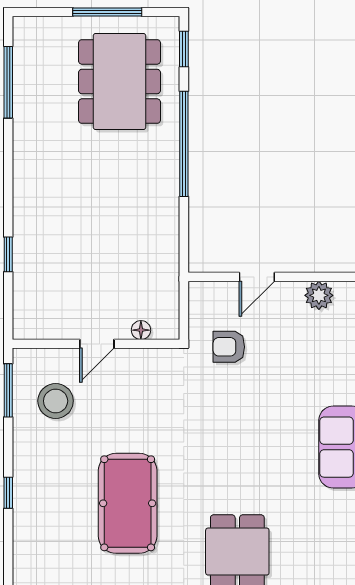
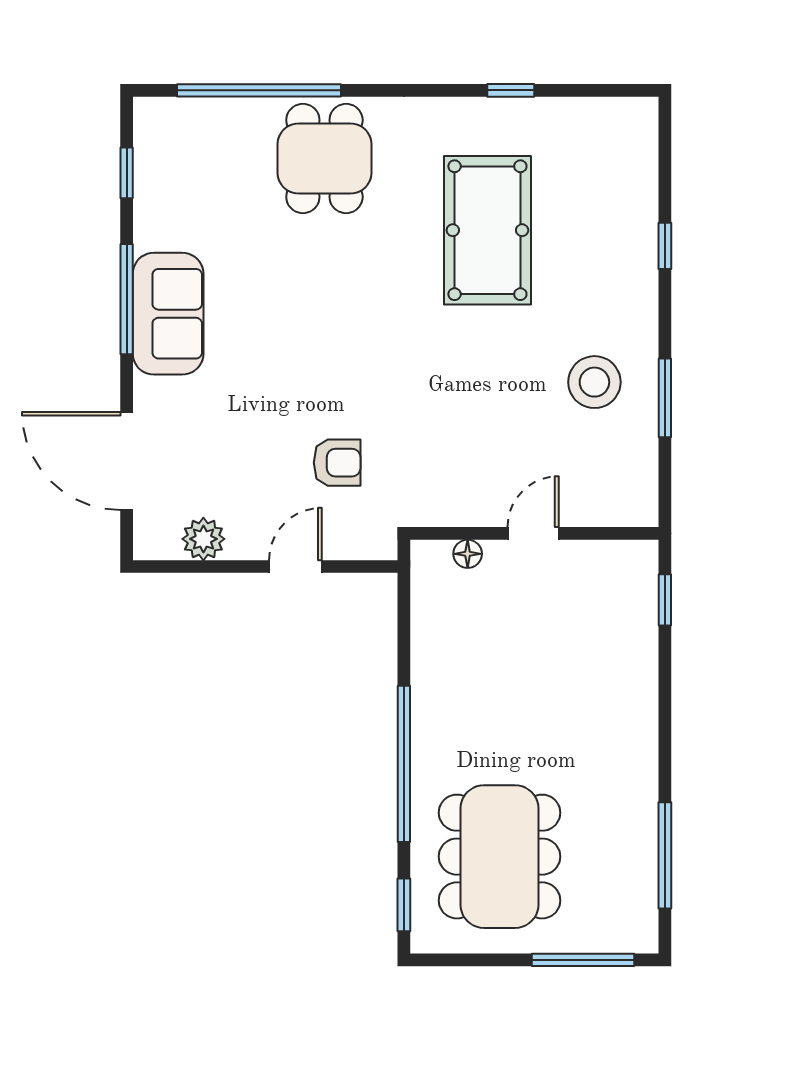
window: (107, 12) -> (583, 960), moved
floor lamp: (141, 330) -> (468, 554), moved
wall: (96, 344) -> (534, 533), moved
door: (97, 344) -> (533, 533), moved

